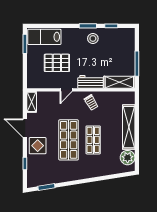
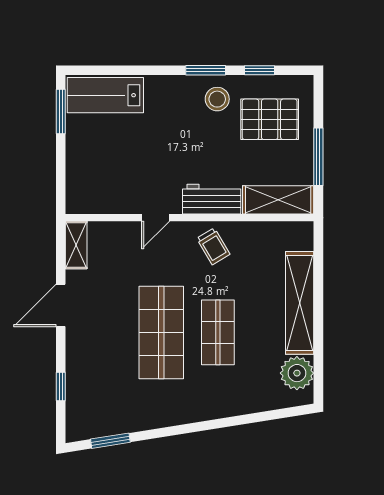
pallet: (57, 63) -> (270, 119), moved
door: (25, 128) -> (61, 305), hinge flipped
display table: (38, 146) -> (90, 346), removed

